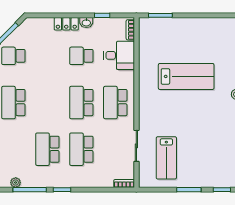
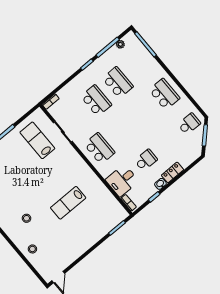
lab bench: (186, 76) -> (68, 203), width x0.73, depth x0.72
school desk: (81, 103) -> (121, 130), removed

